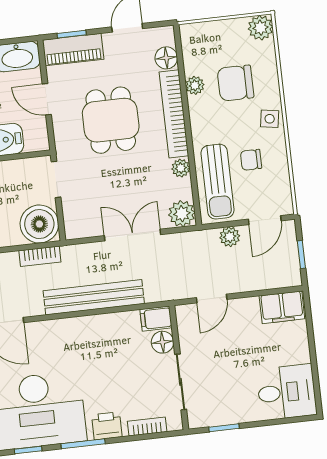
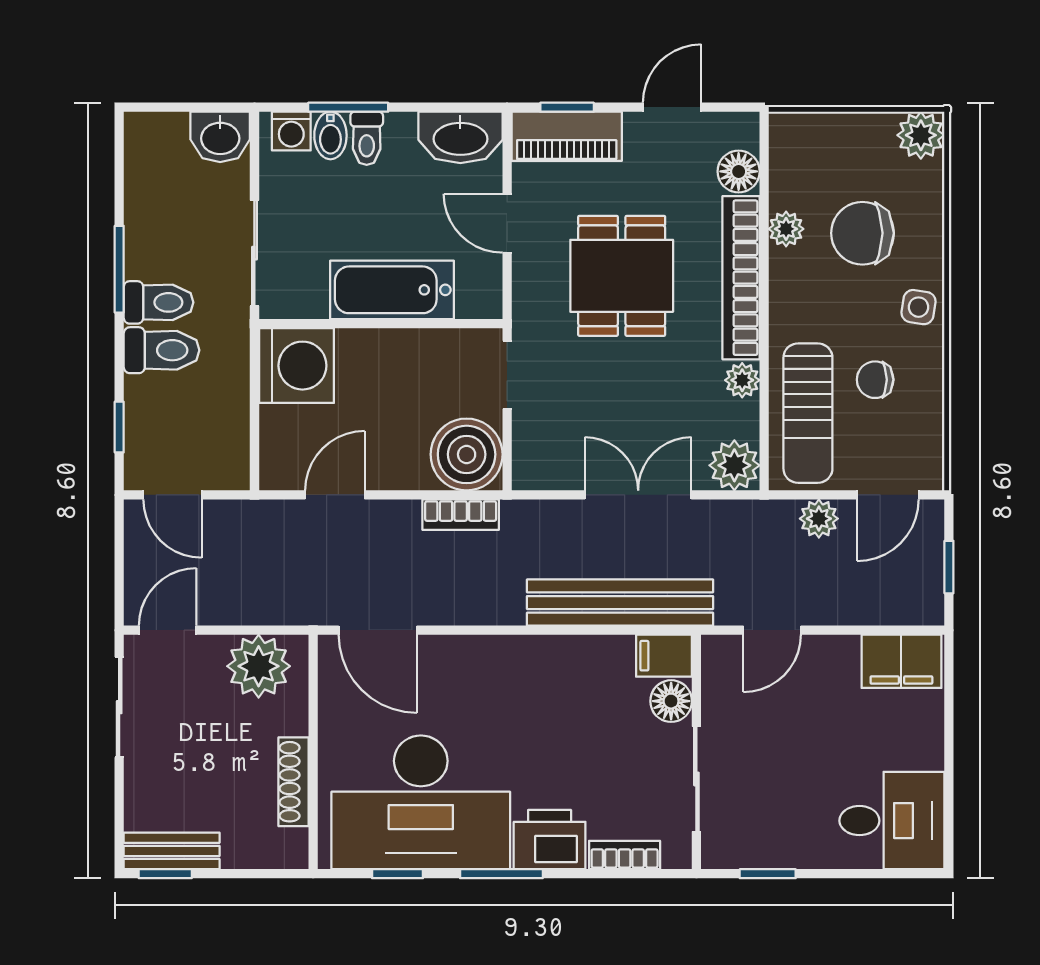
bench: (94, 297) -> (620, 603), moved
printer: (107, 426) -> (550, 840), width x1.36, depth x1.24

